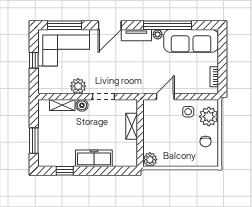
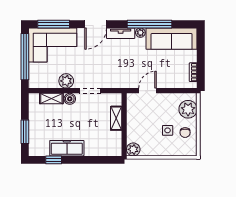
window: (34, 60) -> (25, 57), width x3.17
side table: (188, 112) -> (168, 130), moved
freezer: (94, 158) -> (67, 148), moved

